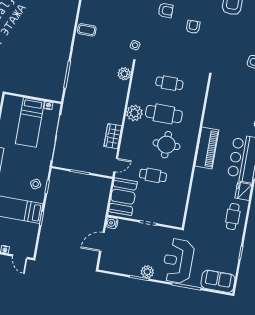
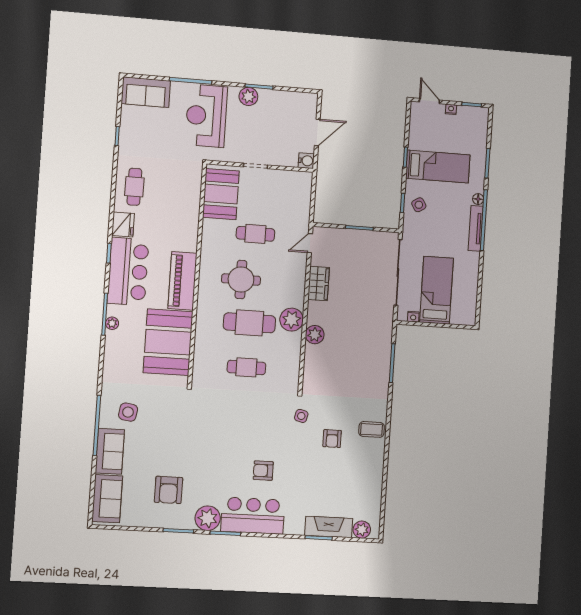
armchair: (193, 27) -> (332, 439), moved
plant: (124, 74) -> (315, 335), moved
booth: (221, 107) -> (168, 342), added
booth: (123, 197) -> (221, 194), moved
reception desk: (178, 261) -> (206, 116), turned 180

